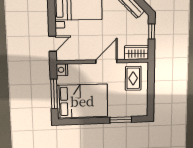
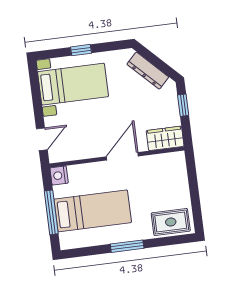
rug: (133, 78) -> (171, 222), moved, turned 90
bed: (82, 101) -> (93, 211), width x0.67
window: (121, 120) -> (127, 246), moved

